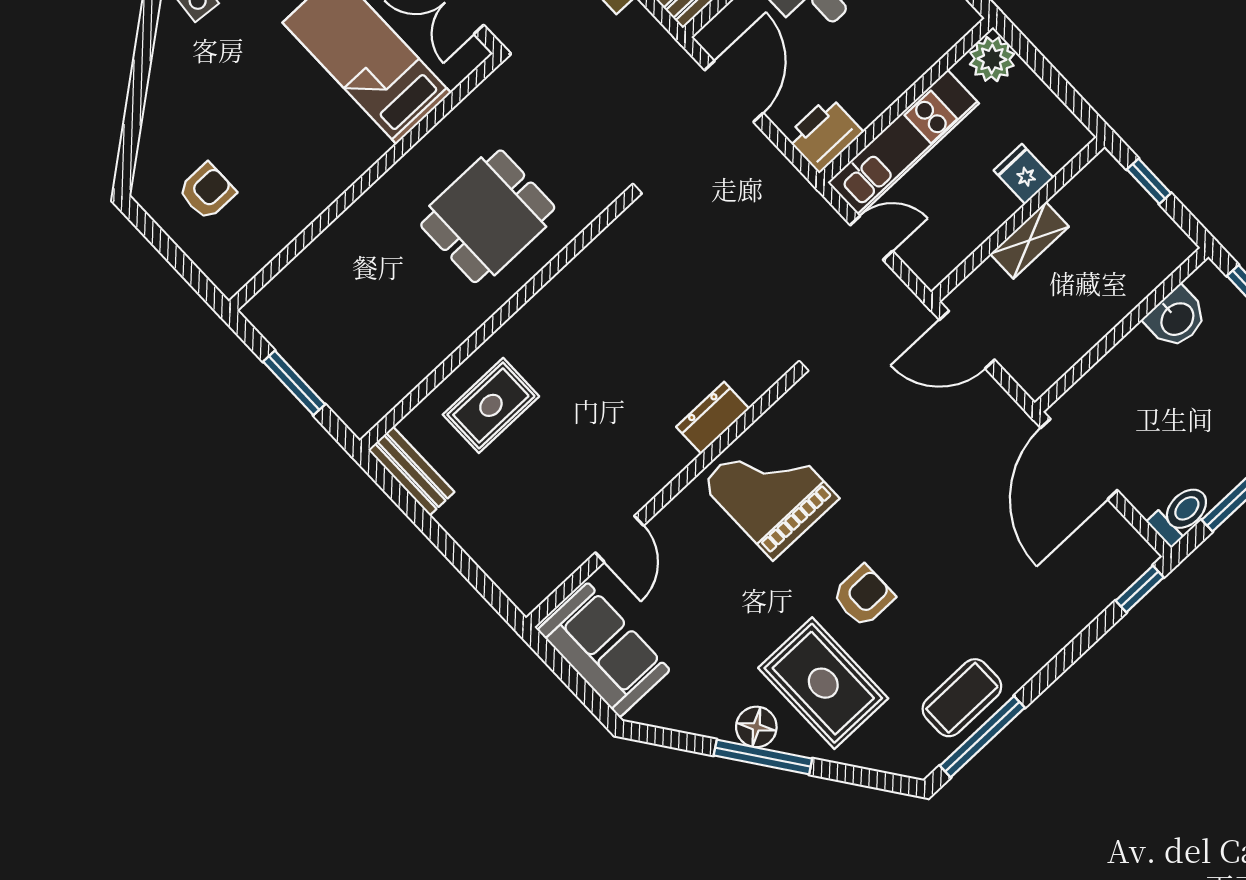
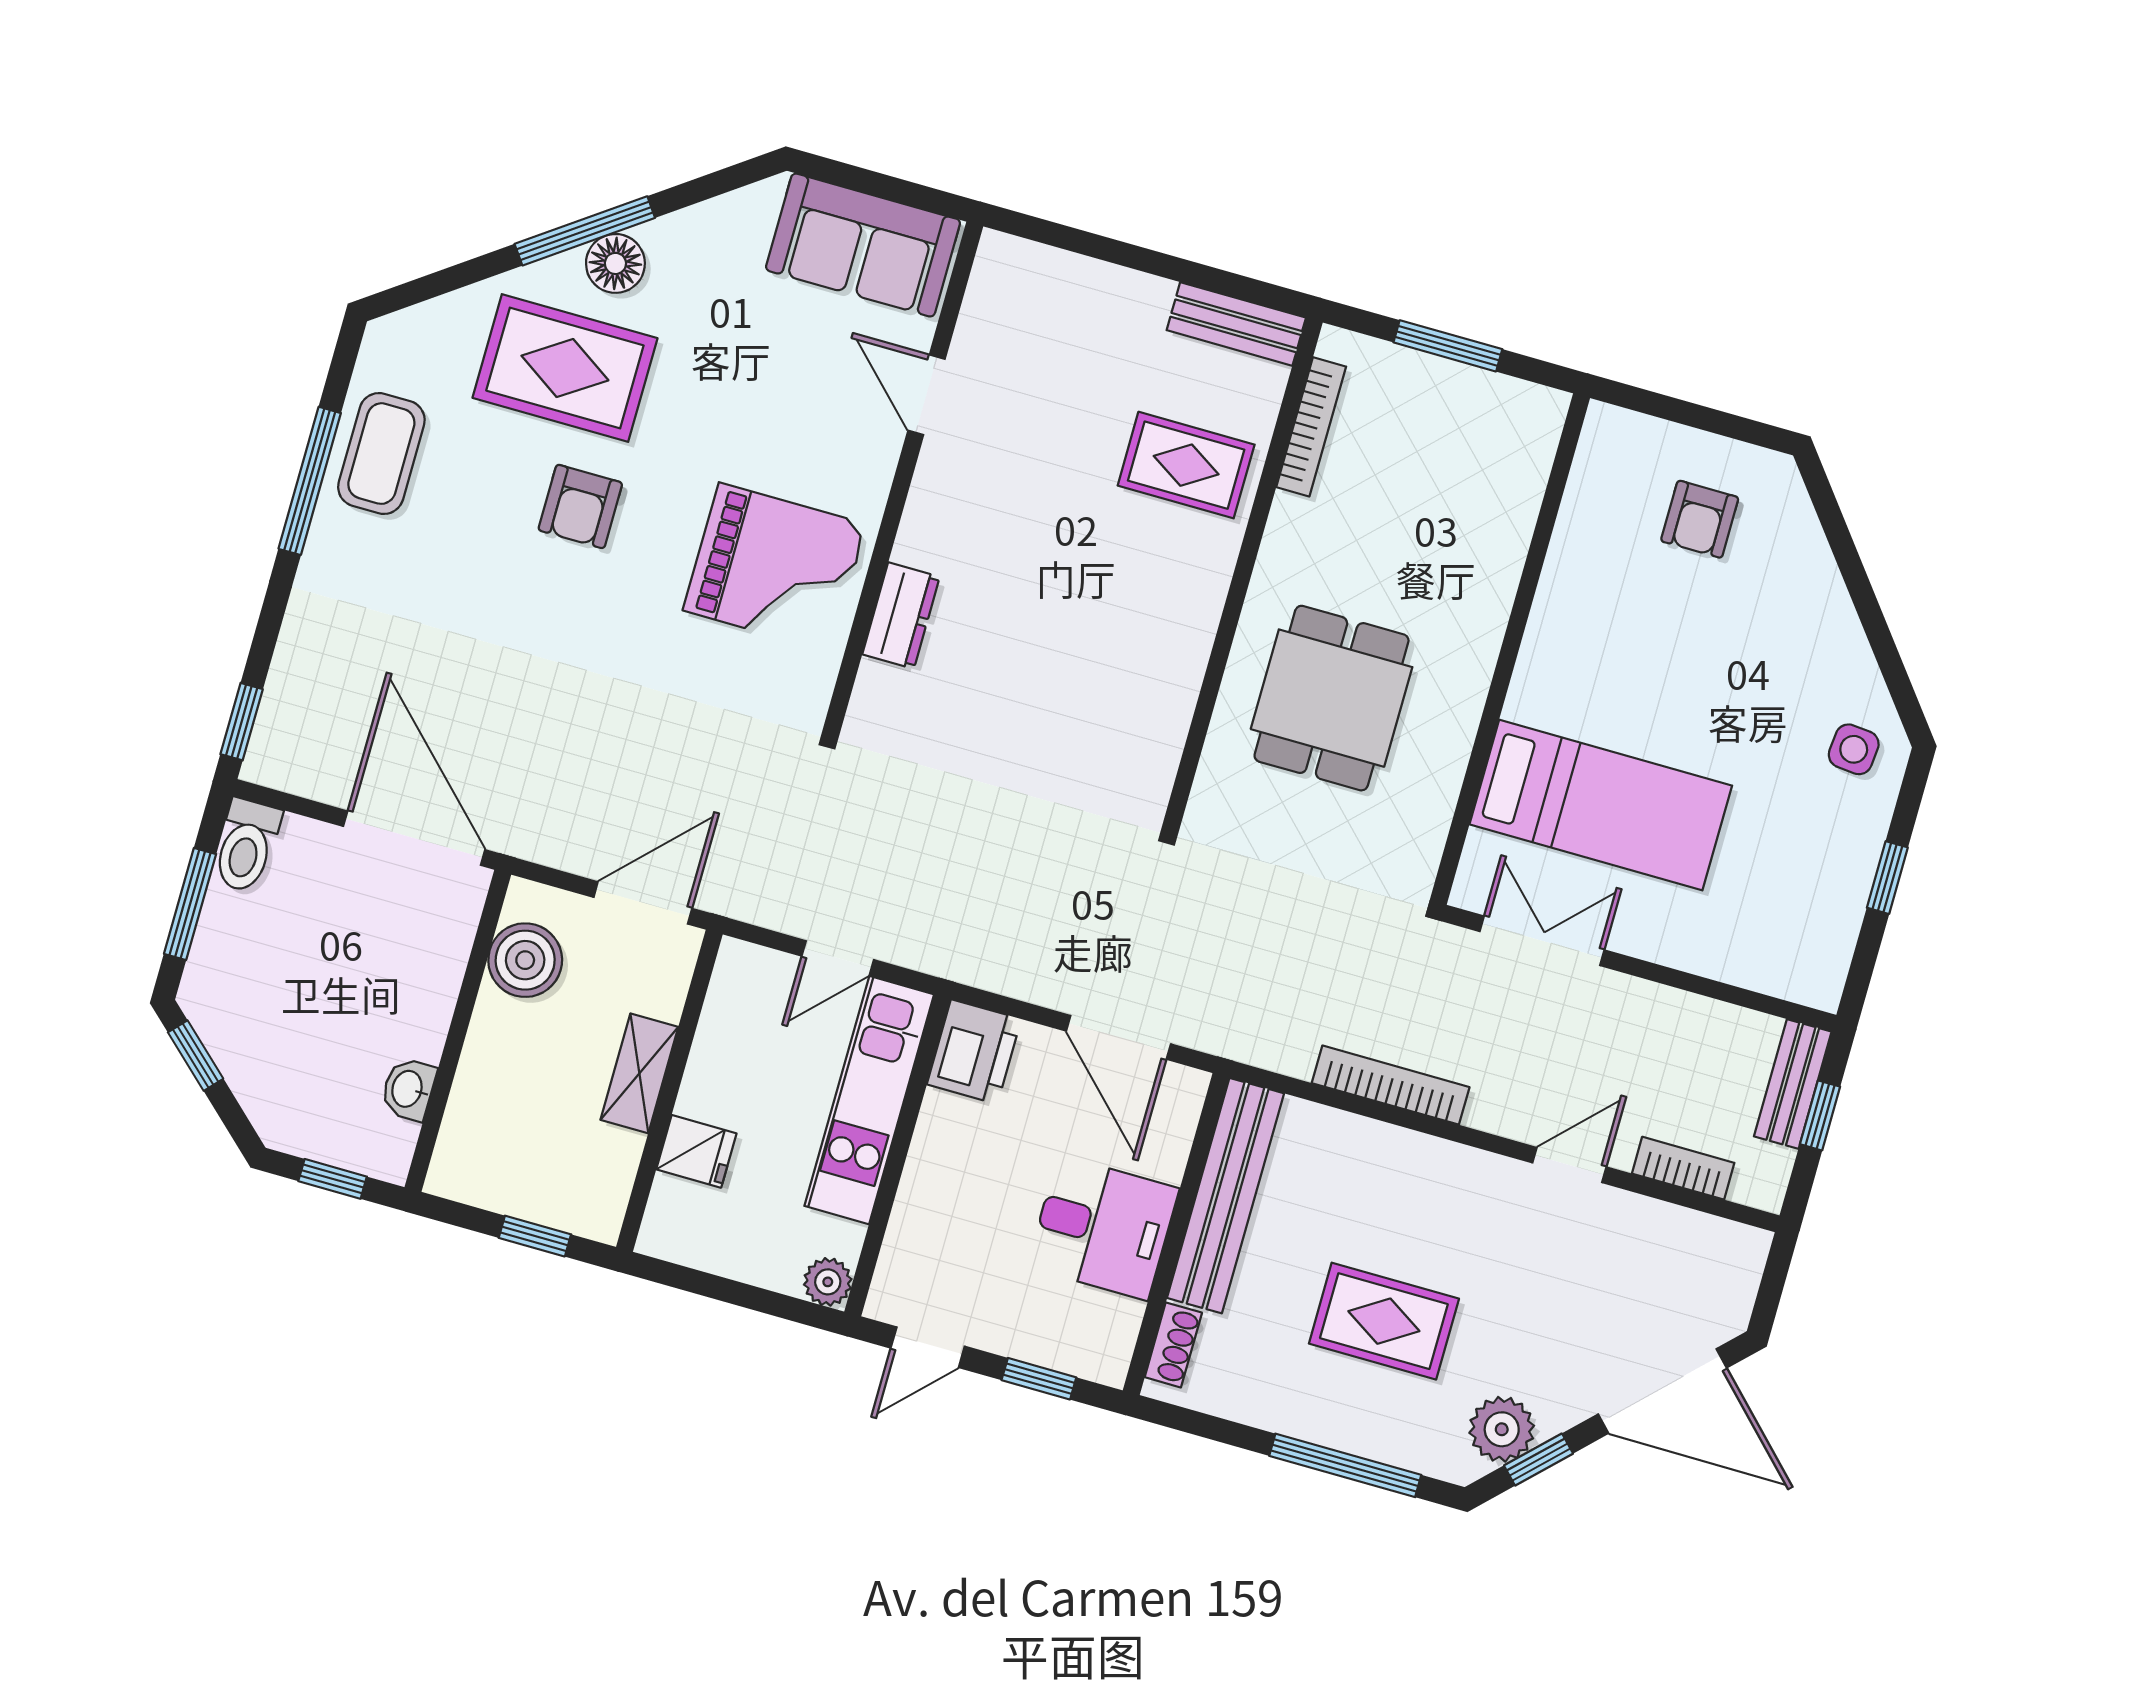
plant: (992, 59) -> (828, 1282), width x0.73, depth x0.73
washbasin: (1176, 318) -> (408, 1089), width x0.72, depth x0.69
boiler: (1057, 348) -> (525, 960), added
bookcase: (404, 384) -> (1311, 427), added
rug: (491, 405) -> (1186, 465), turned 90
window: (982, 737) -> (310, 481), moved

